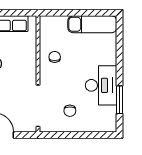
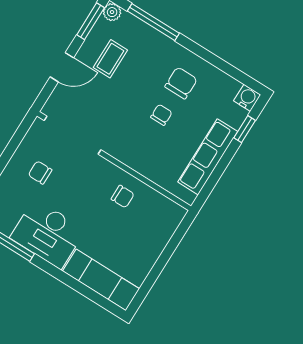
exam couch: (92, 24) -> (101, 280), moved, turned 90

